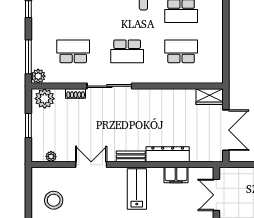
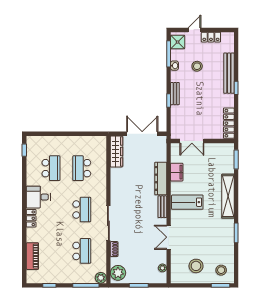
school desk: (73, 51) -> (82, 251), turned 180
wardrobe: (210, 97) -> (117, 151), width x1.50

